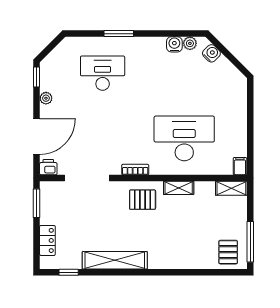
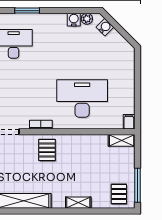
shelving: (179, 188) -> (78, 203), moved
pallet: (143, 200) -> (47, 150), turned 90

